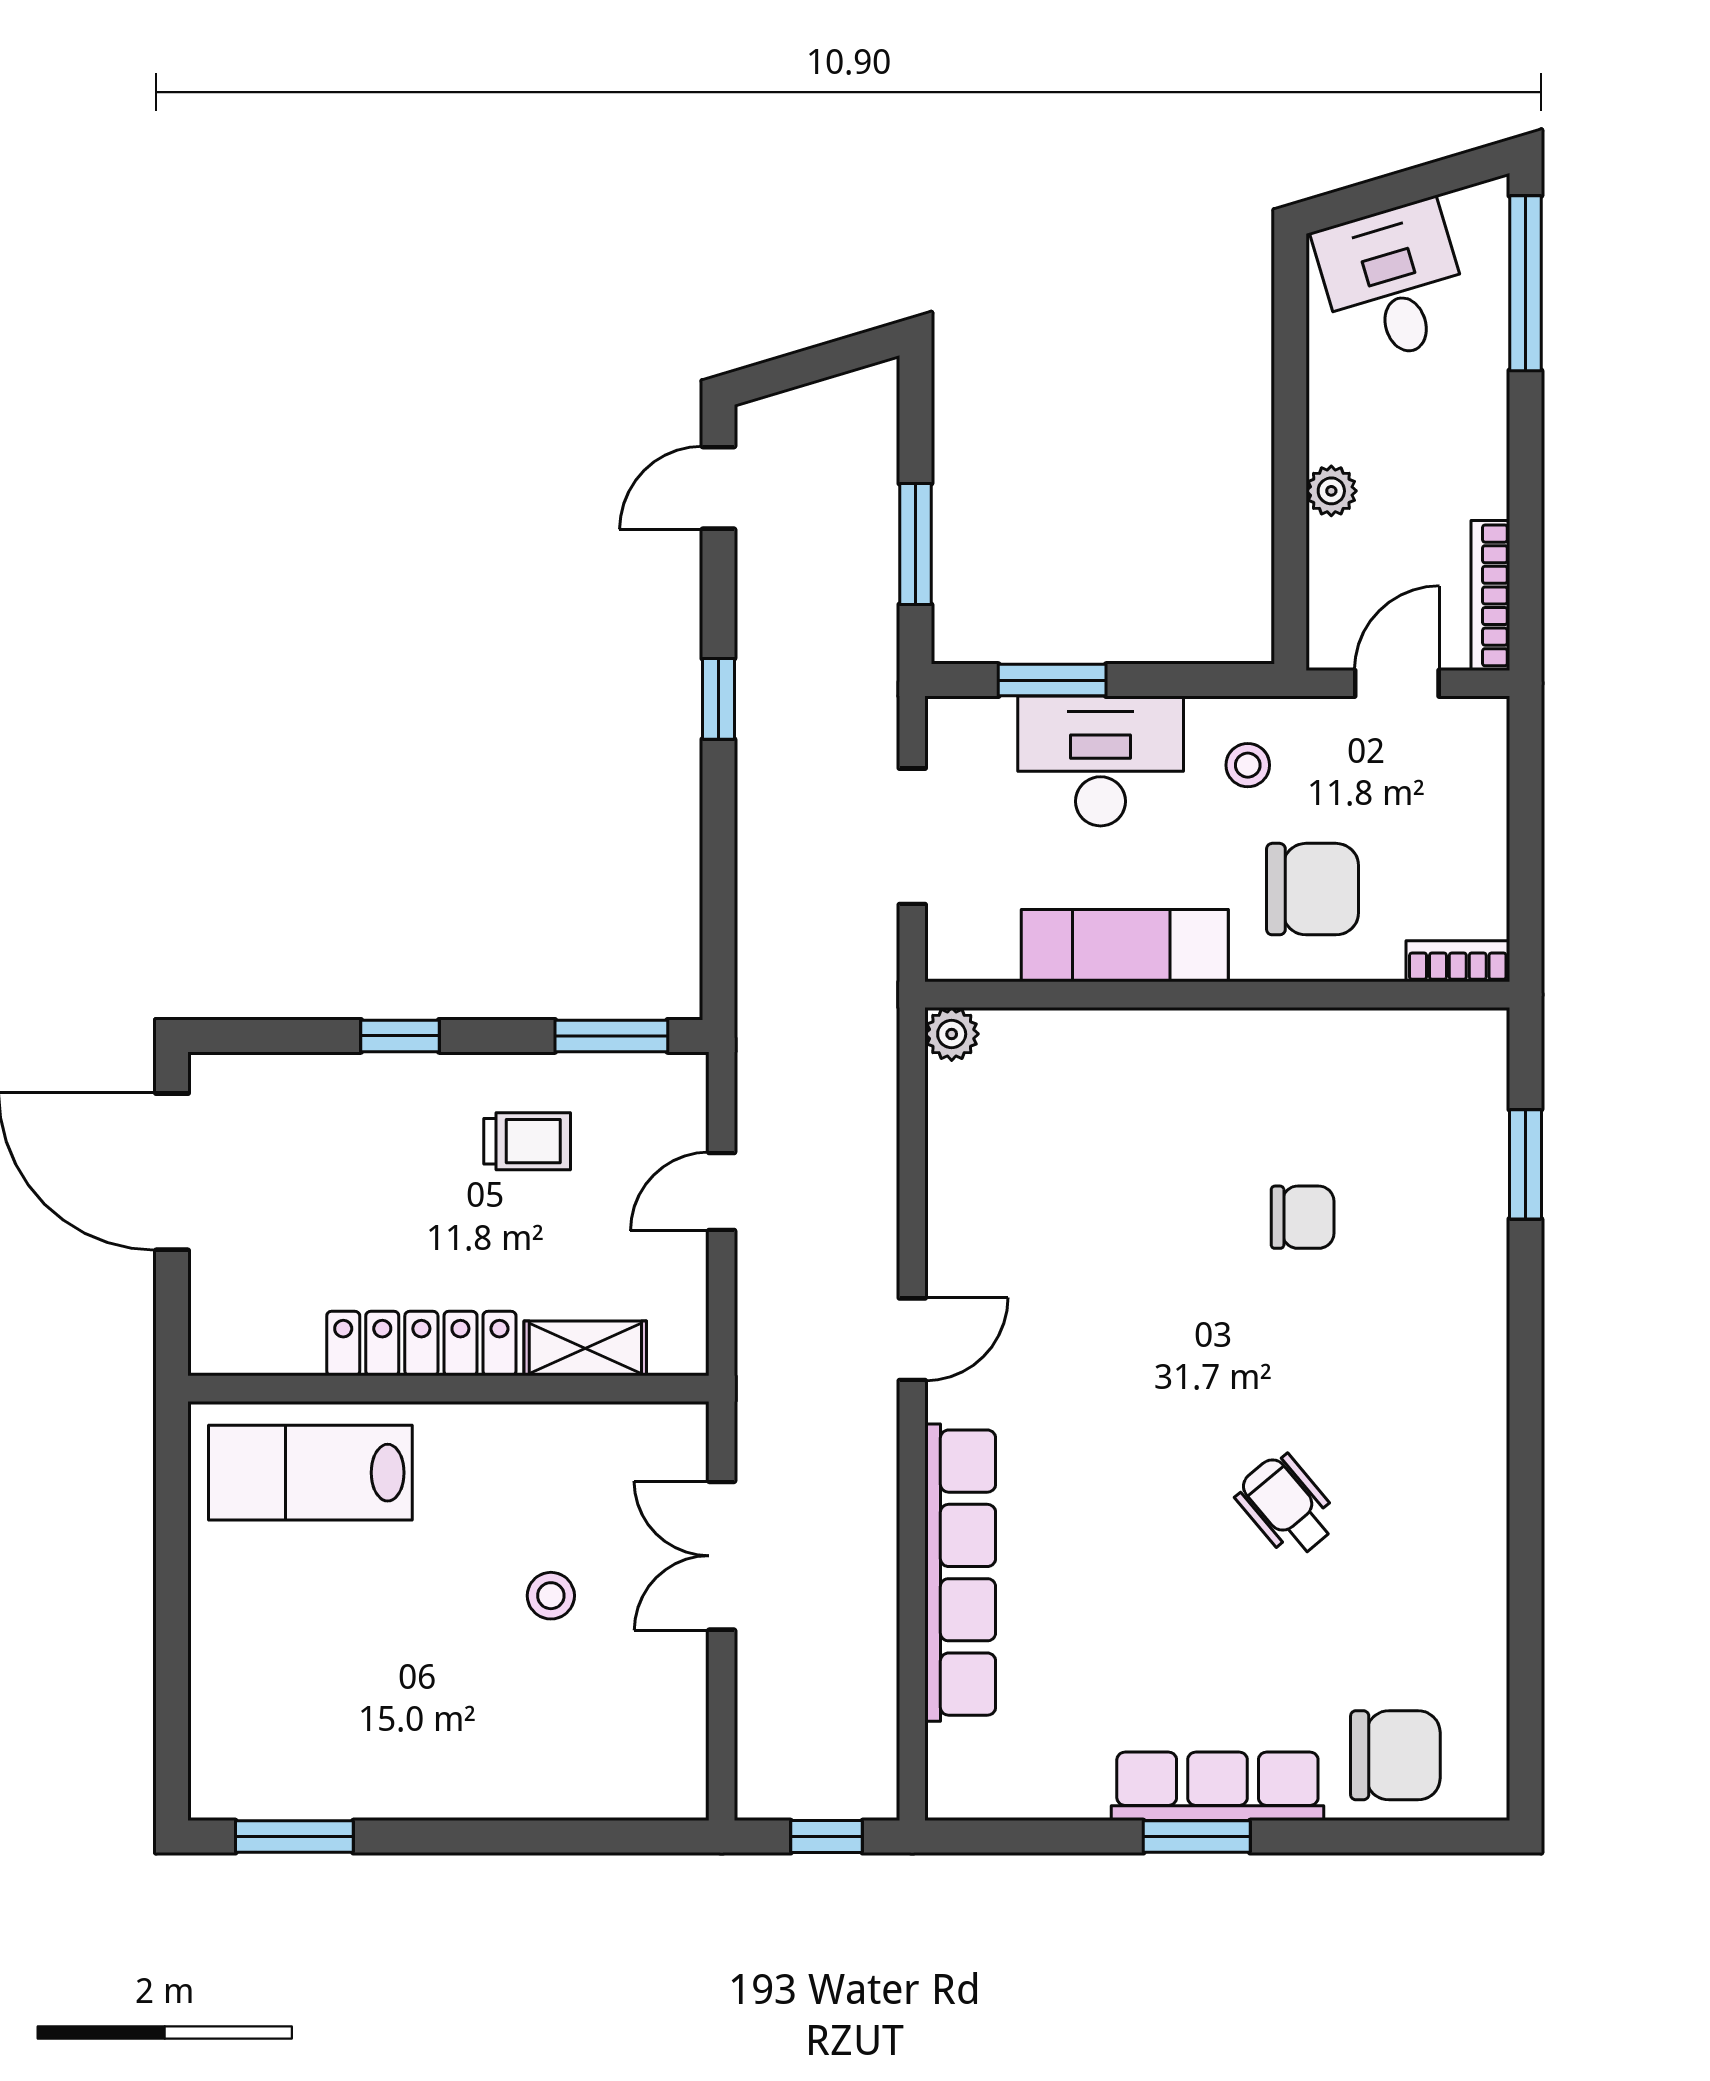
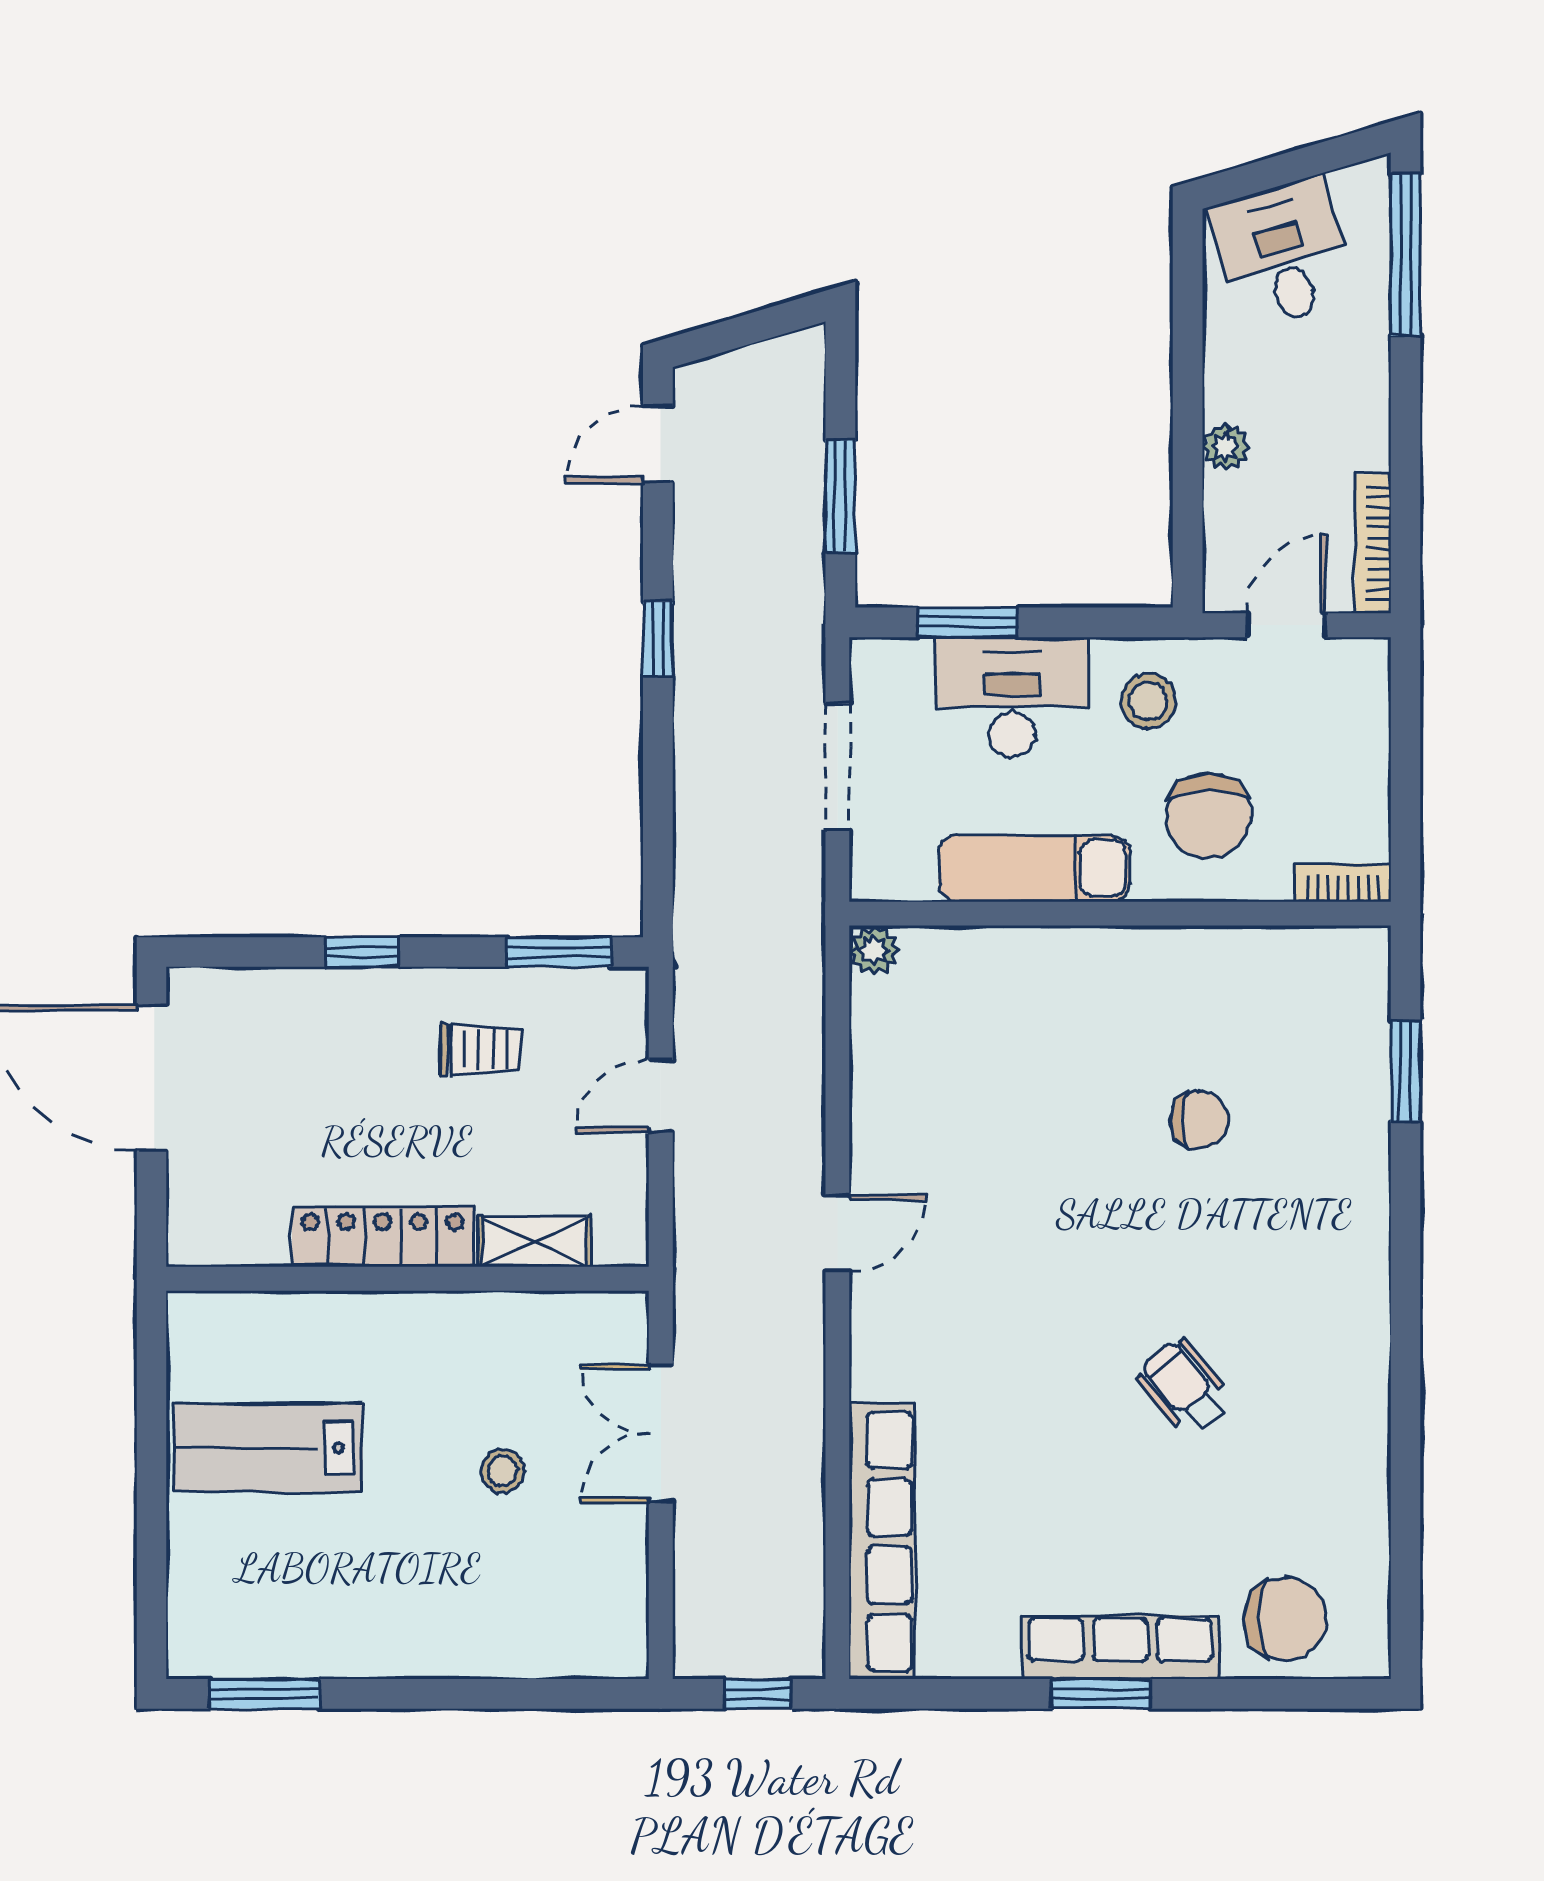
stool: (1248, 765) -> (1148, 701), width x1.37, depth x1.37
chair: (1313, 889) -> (1208, 816), turned 90
lab bench: (310, 1473) -> (269, 1448), moved
row of seats: (960, 1573) -> (882, 1541), moved

